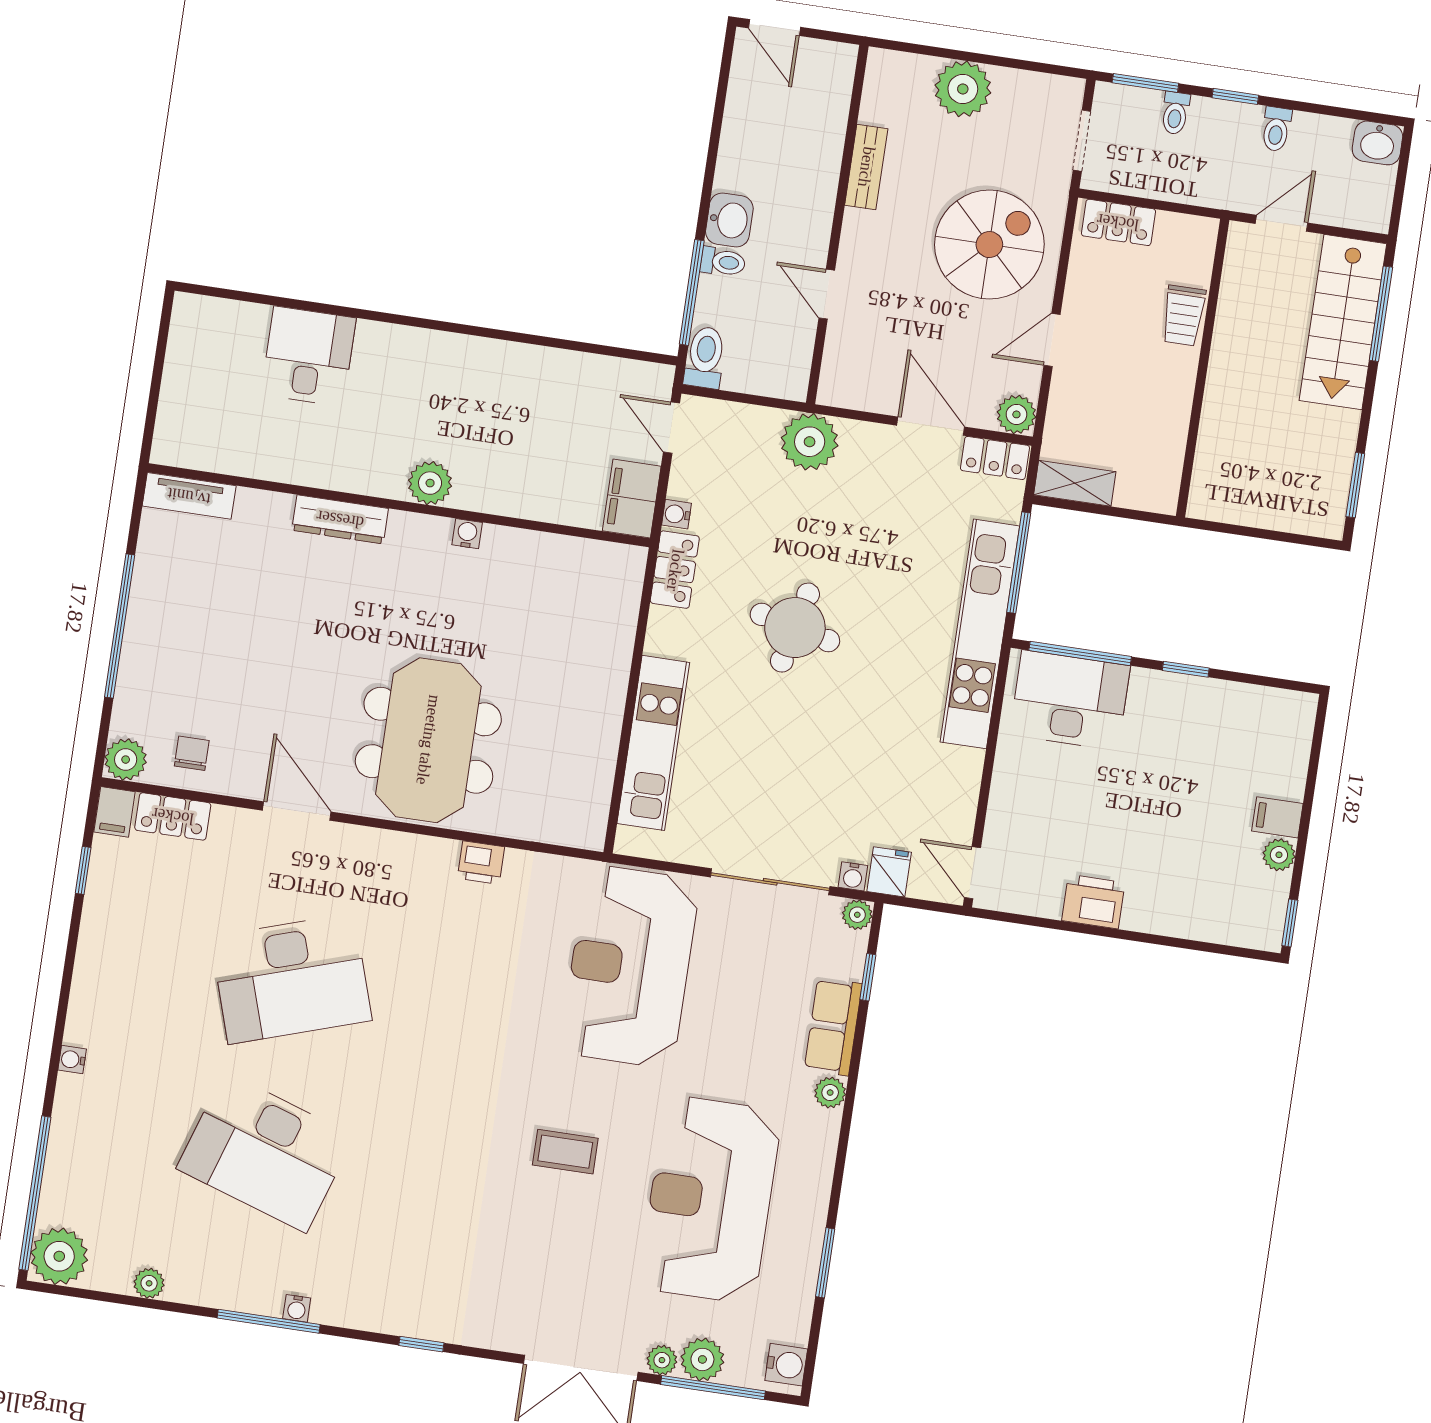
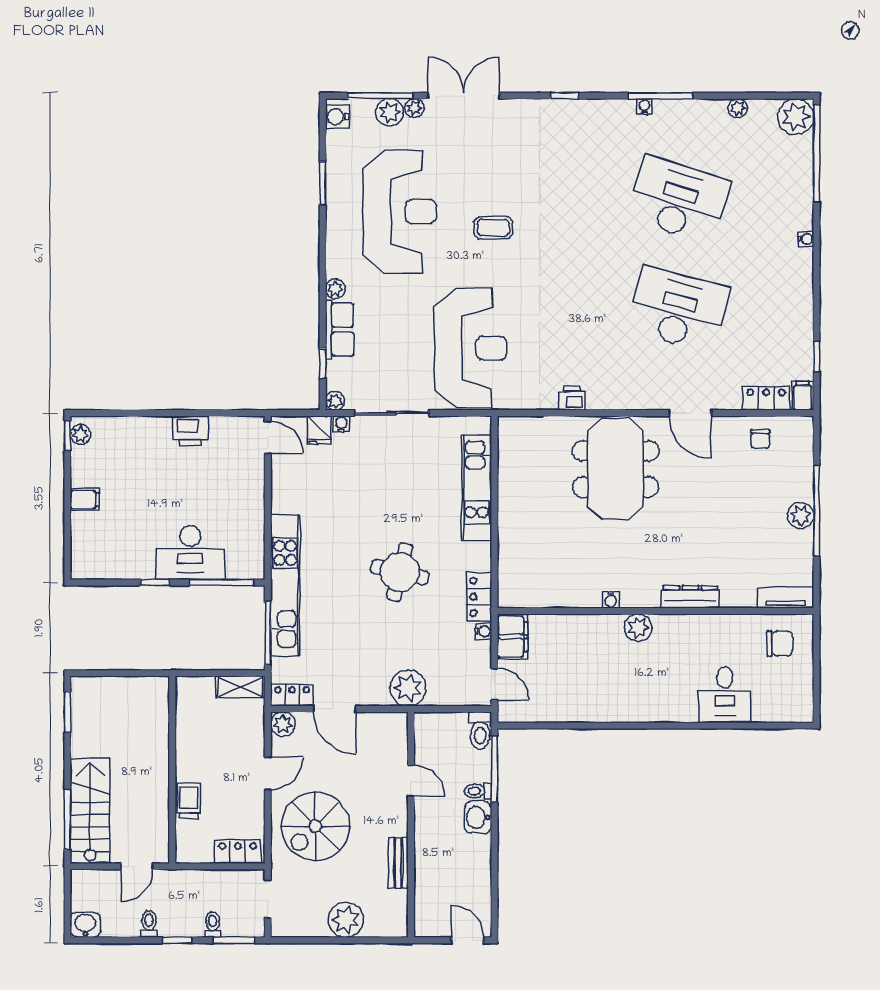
chair: (209, 424) -> (780, 643), added
desk: (1070, 700) -> (190, 553), moved
plant: (126, 760) -> (801, 516), moved
plant: (1279, 855) -> (80, 435), moved
desk: (291, 979) -> (678, 309), turned 33

